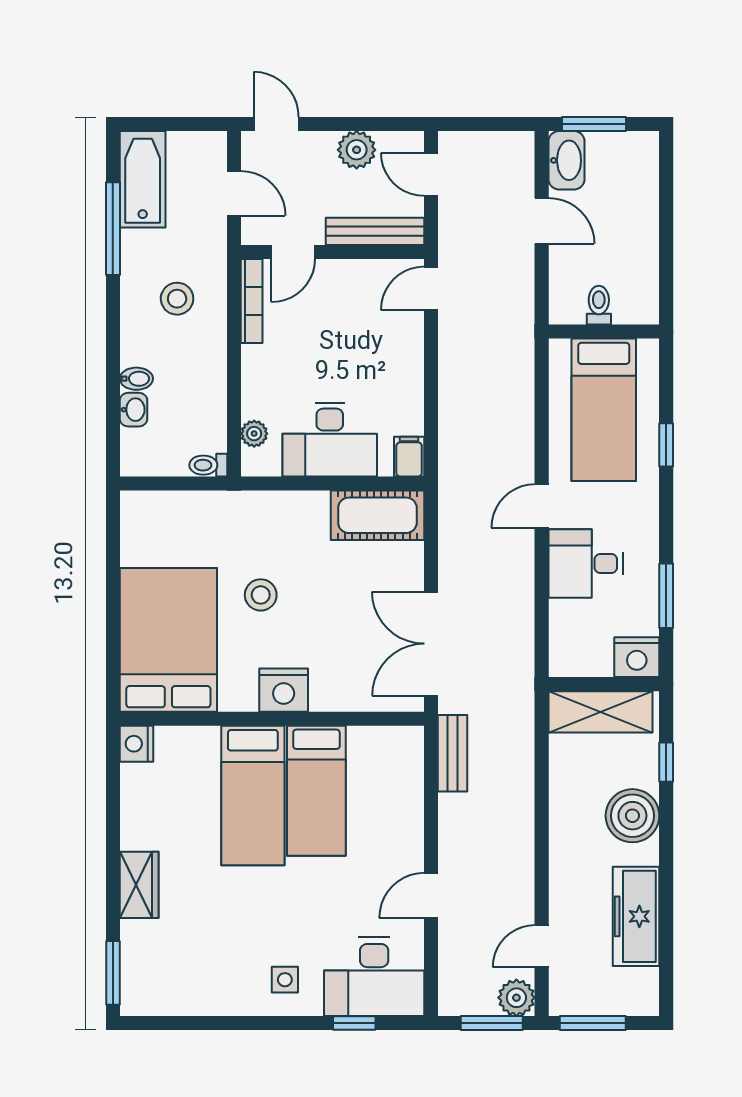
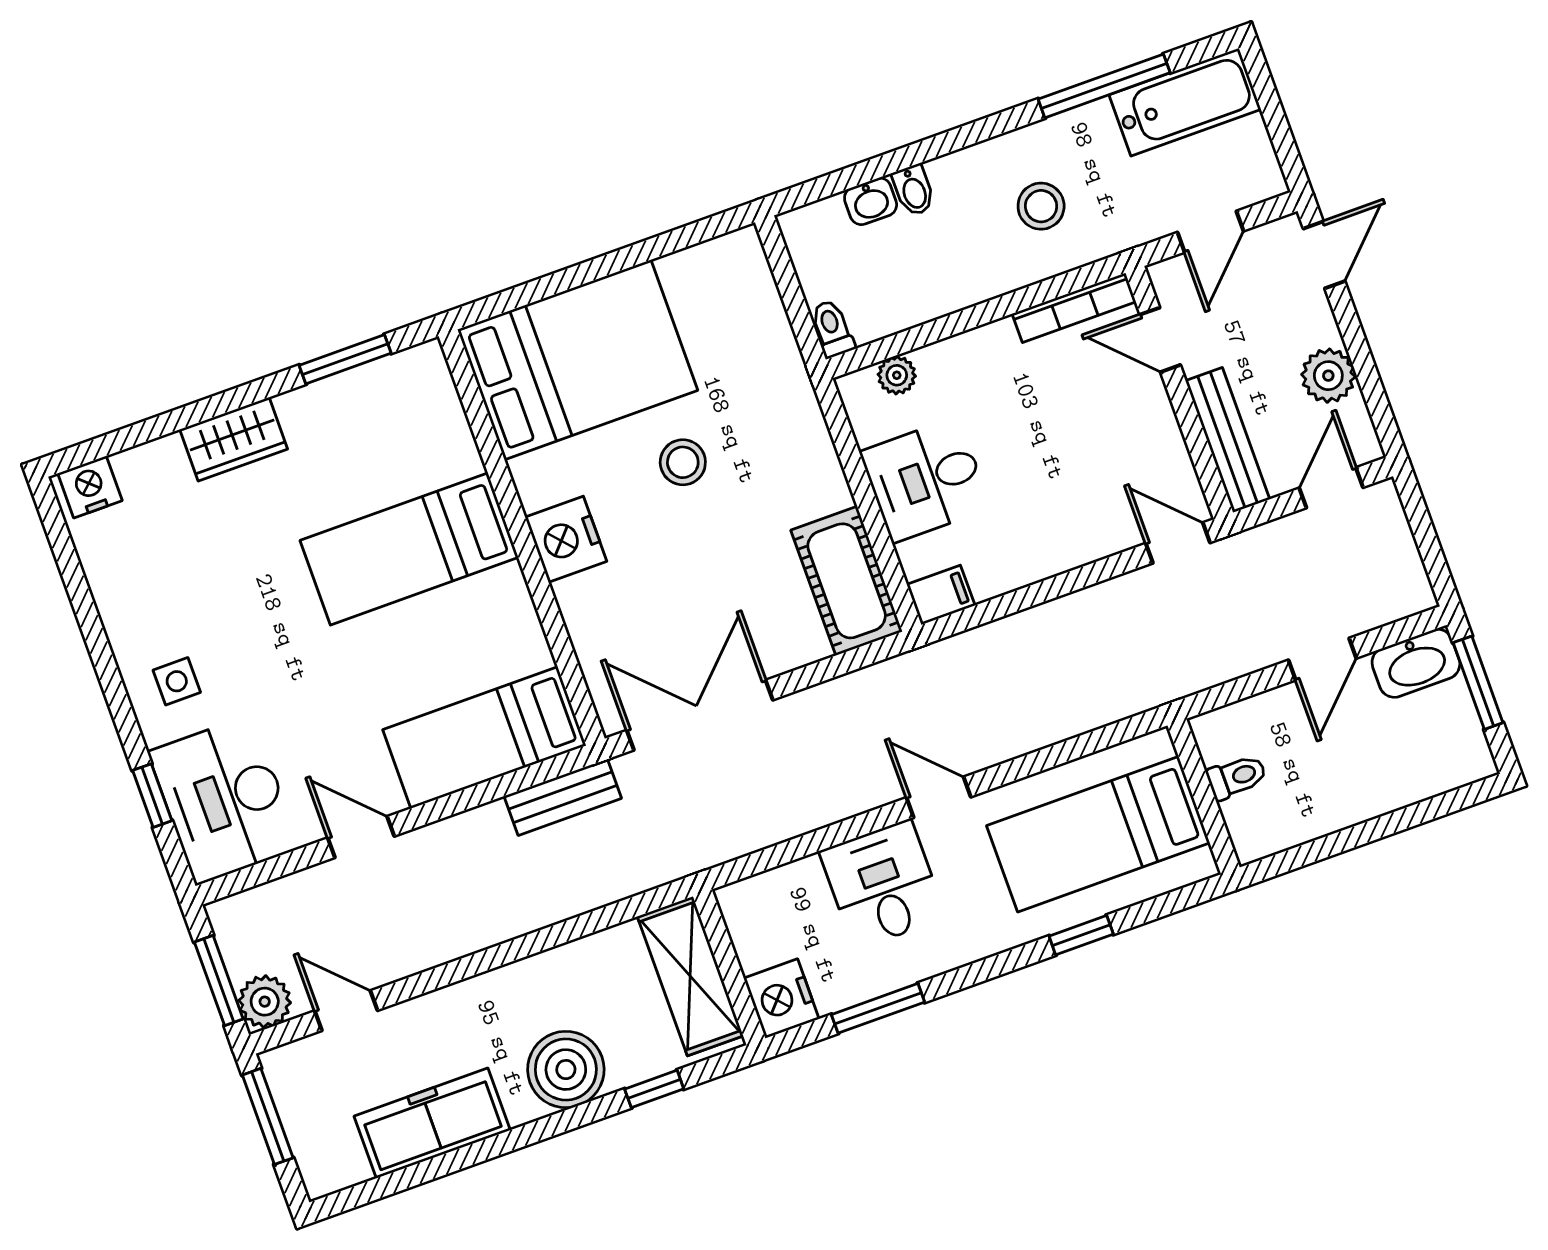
desk: (330, 440) -> (925, 480), width x0.73
nightstand: (136, 744) -> (90, 487), moved
bed: (316, 791) -> (484, 738), moved
window: (113, 973) -> (345, 359), moved

